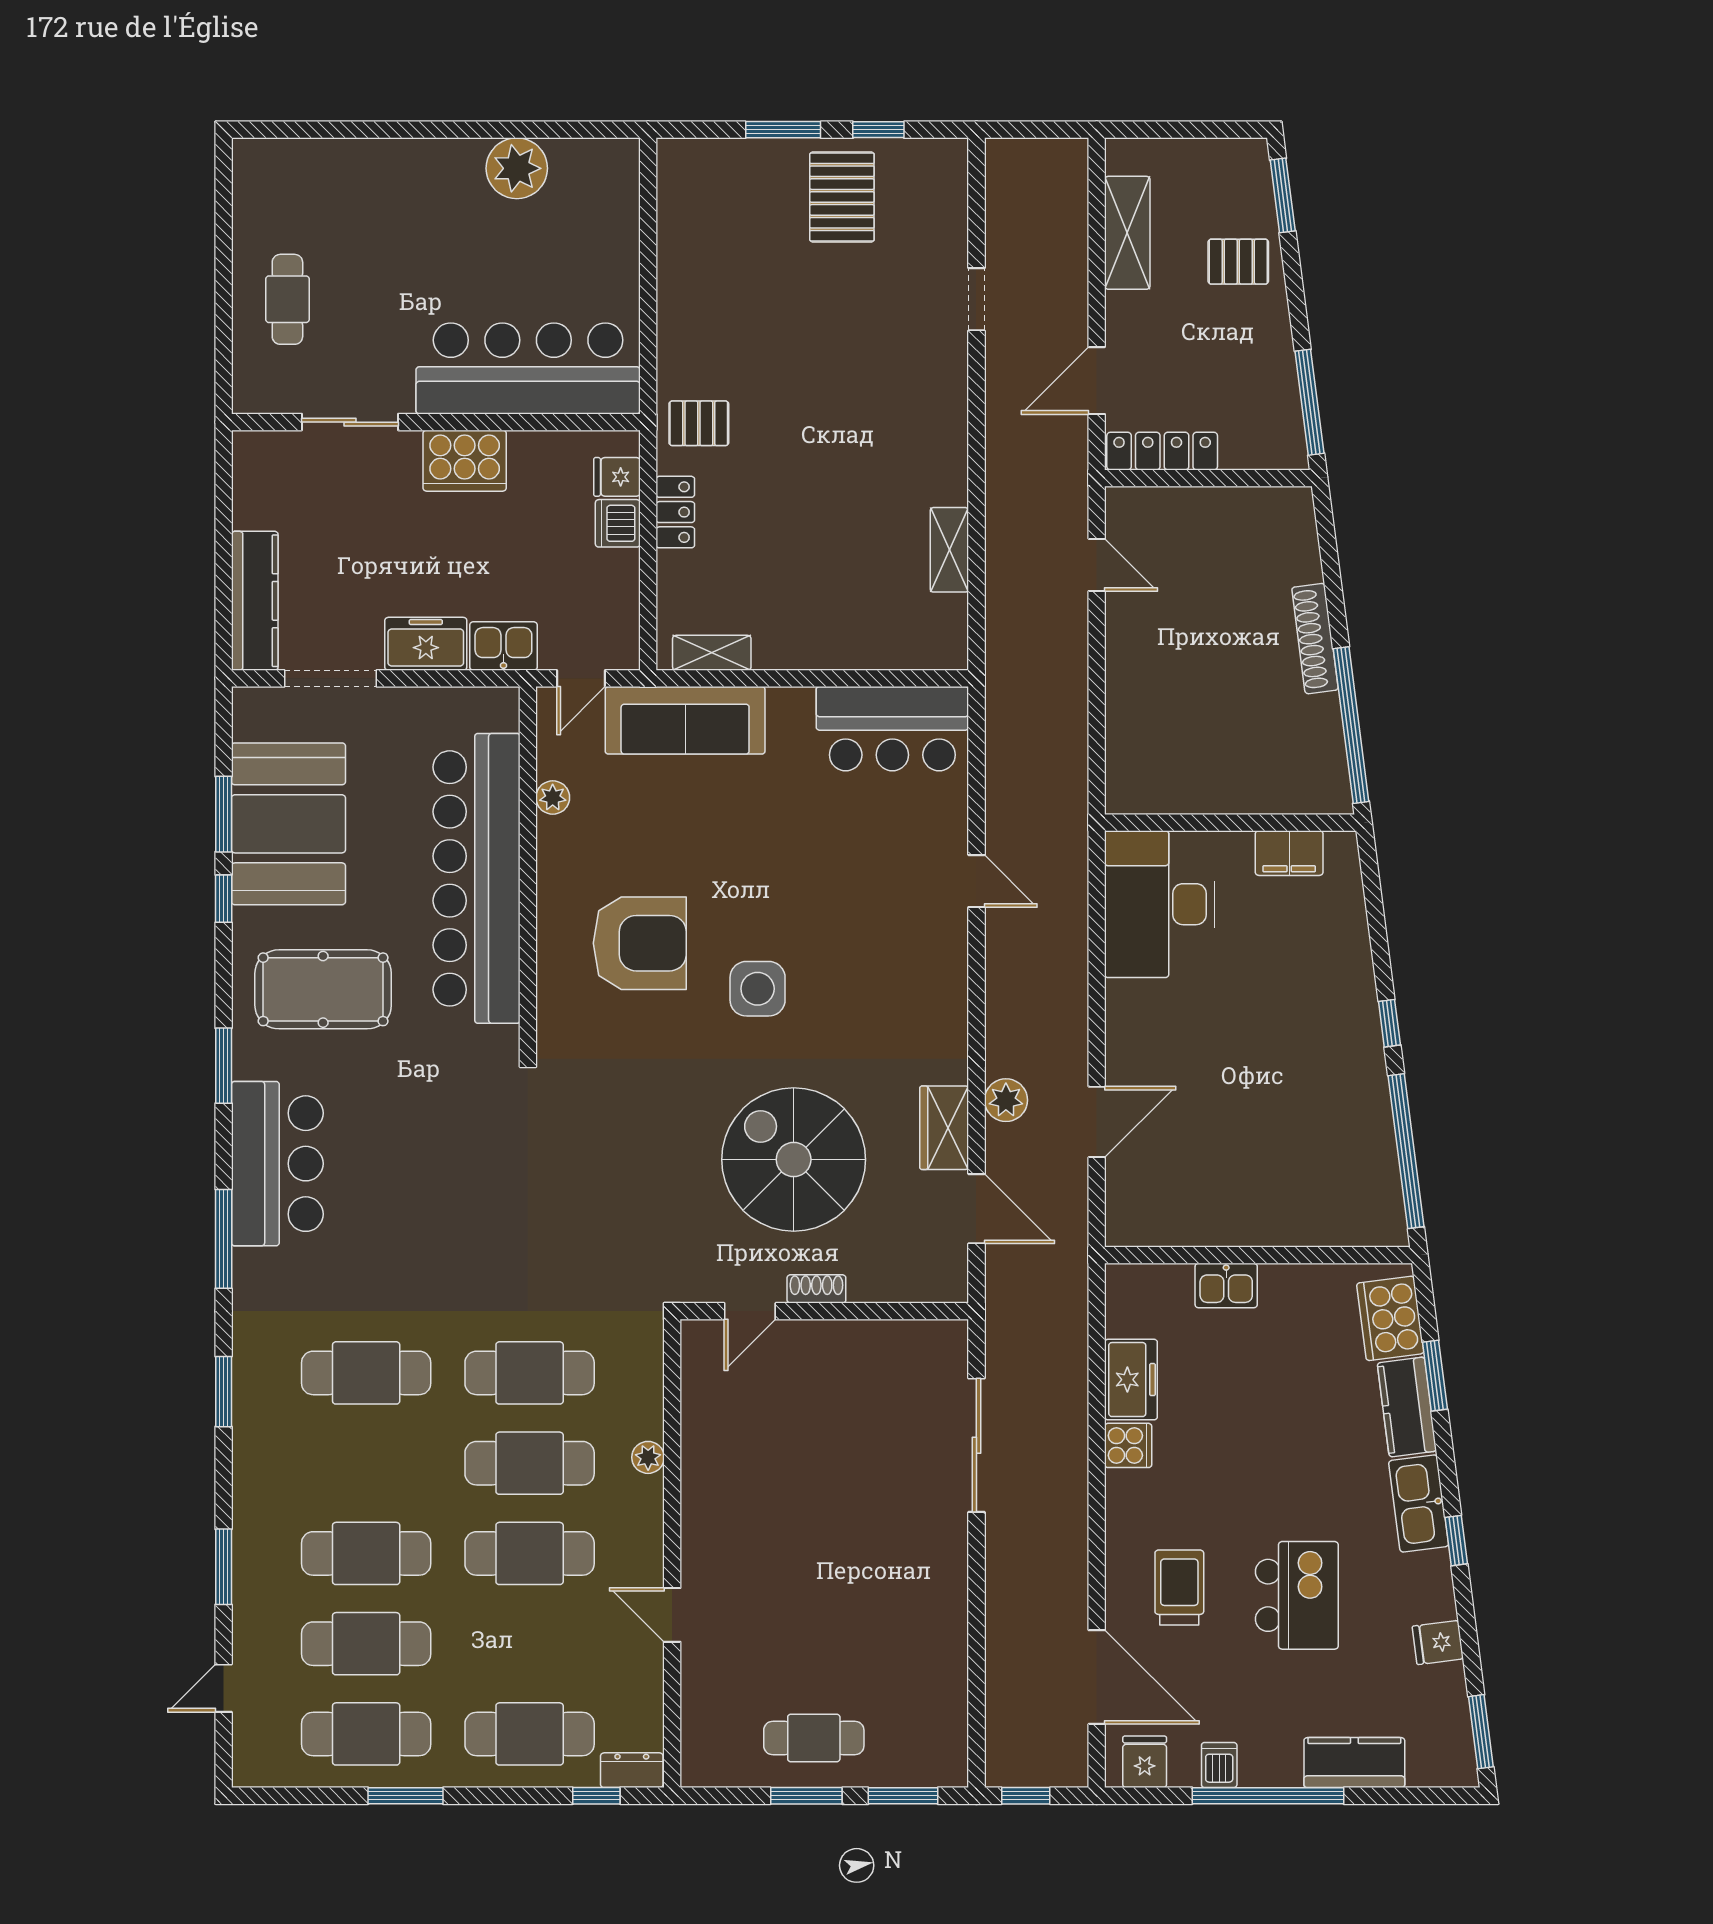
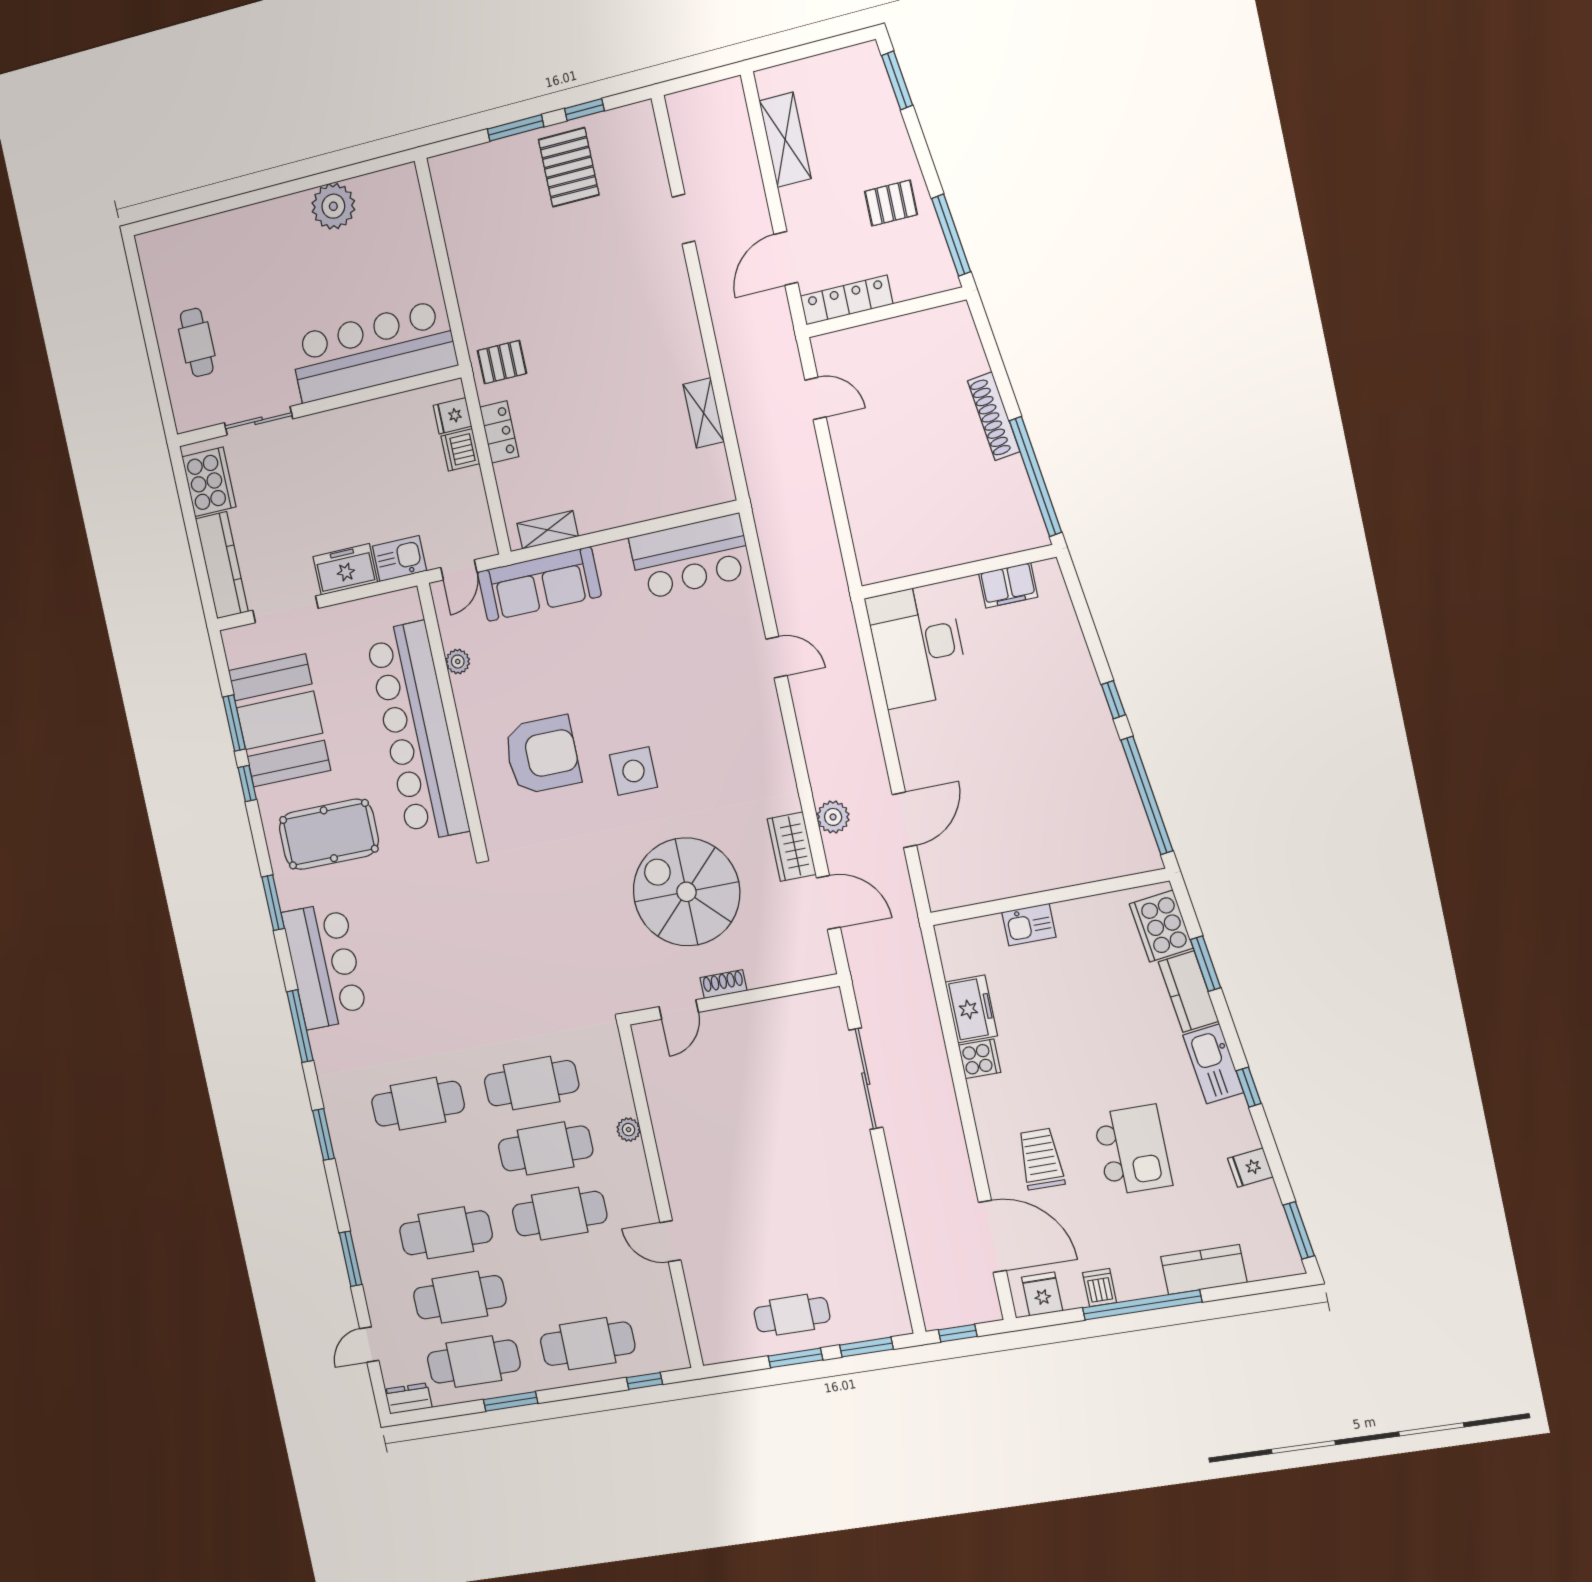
pallet: (1238, 262) -> (891, 203), moved
cooker: (465, 461) -> (209, 482), moved, turned -90
dresser: (632, 1770) -> (408, 1398), moved

